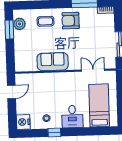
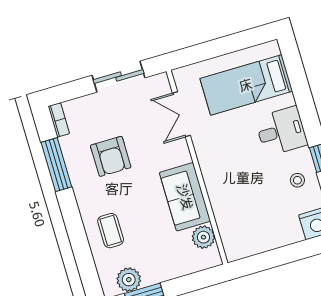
armchair: (71, 21) -> (111, 156), moved
plant: (31, 65) -> (203, 237), added
door: (11, 92) -> (264, 261), removed

